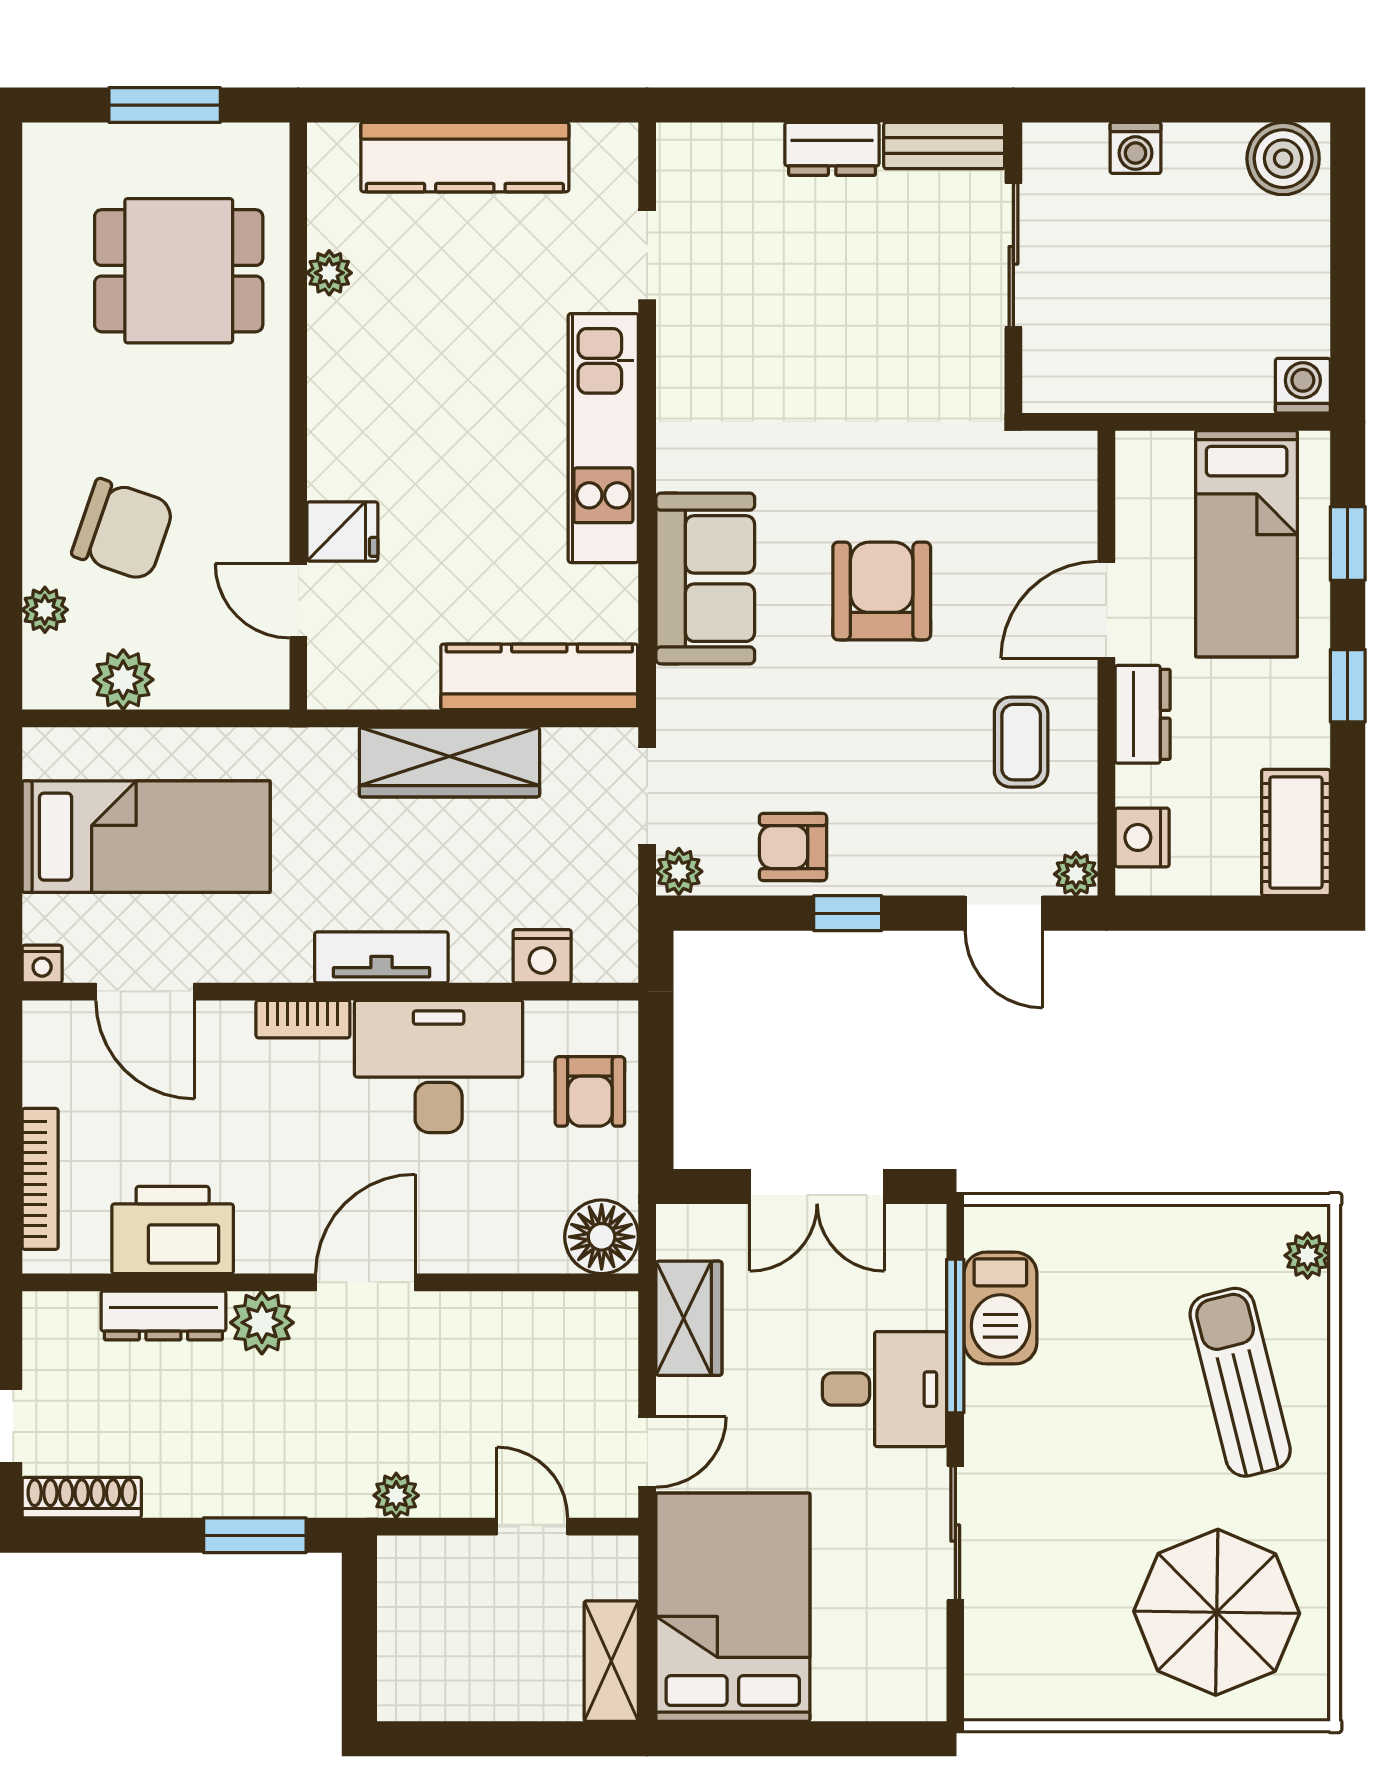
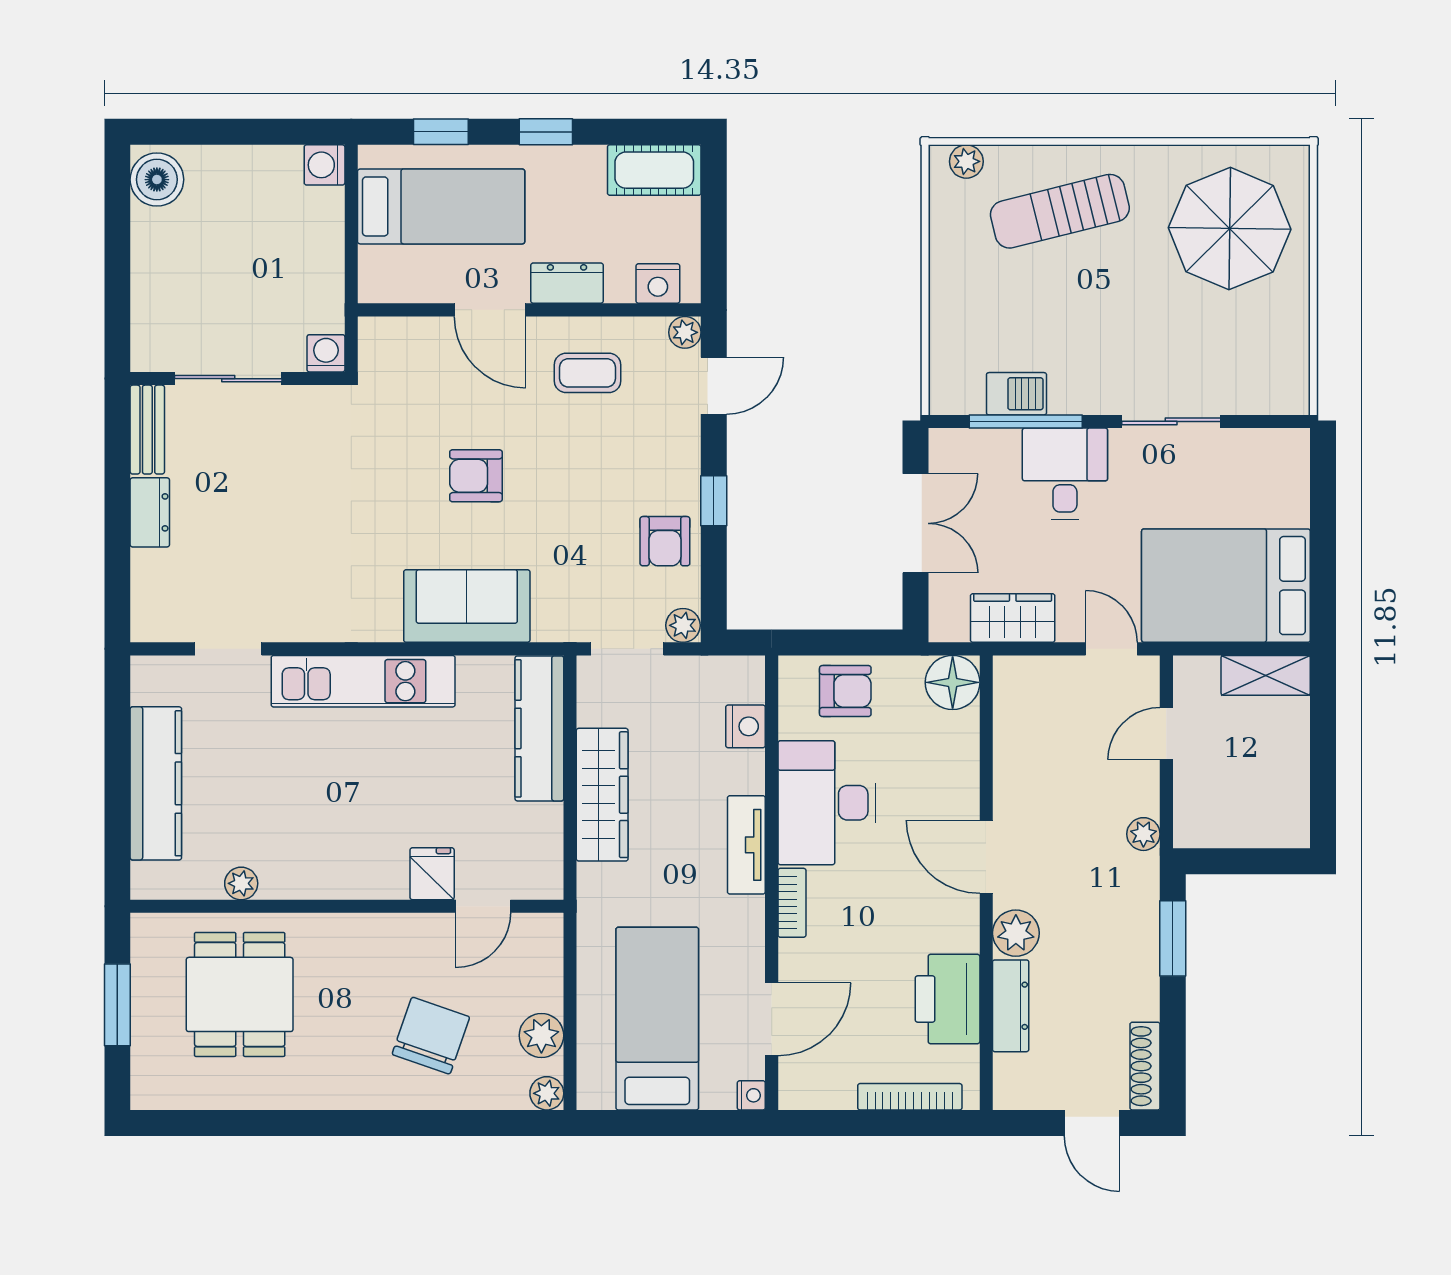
washing machine: (1136, 148) -> (326, 353), moved, turned -90
armchair: (882, 591) -> (476, 476), width x0.72, depth x0.72
plant: (45, 610) -> (547, 1093), moved
barbecue: (1000, 1308) -> (1016, 394), width x0.73, depth x0.79

